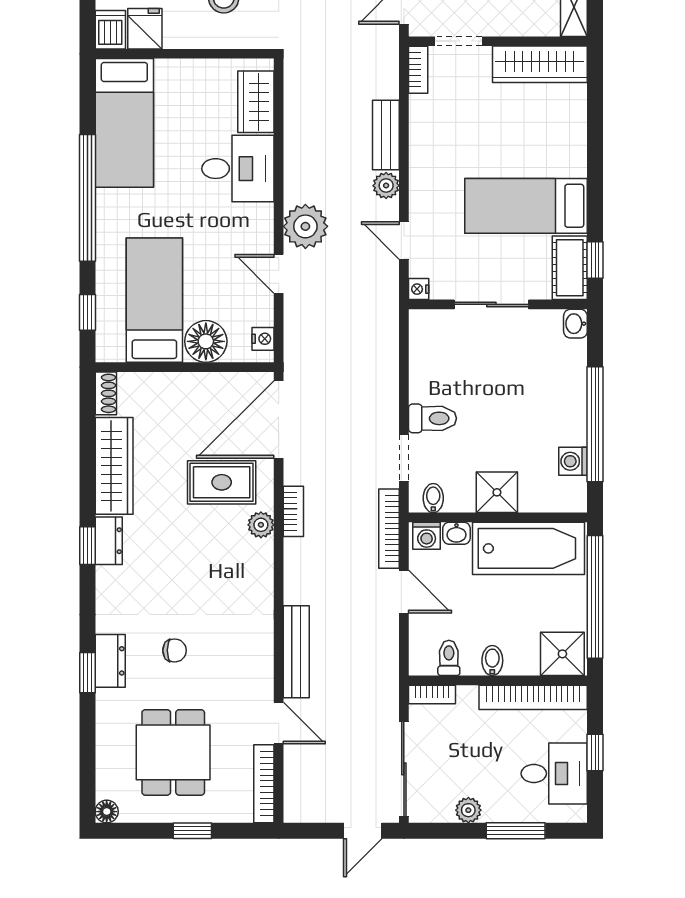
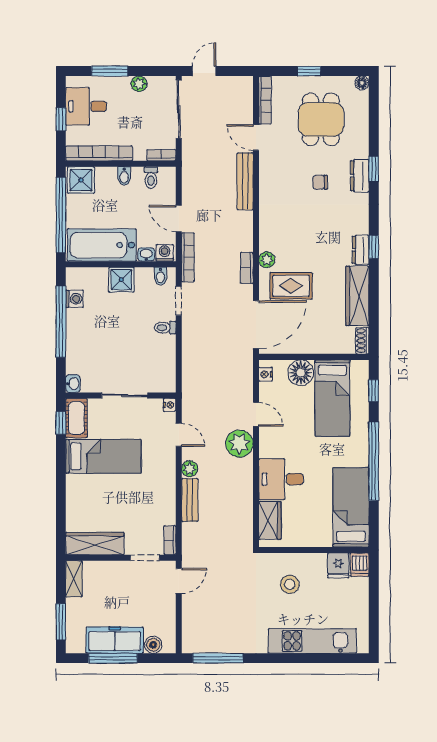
toilet: (432, 418) -> (165, 328), width x0.73, depth x0.72

